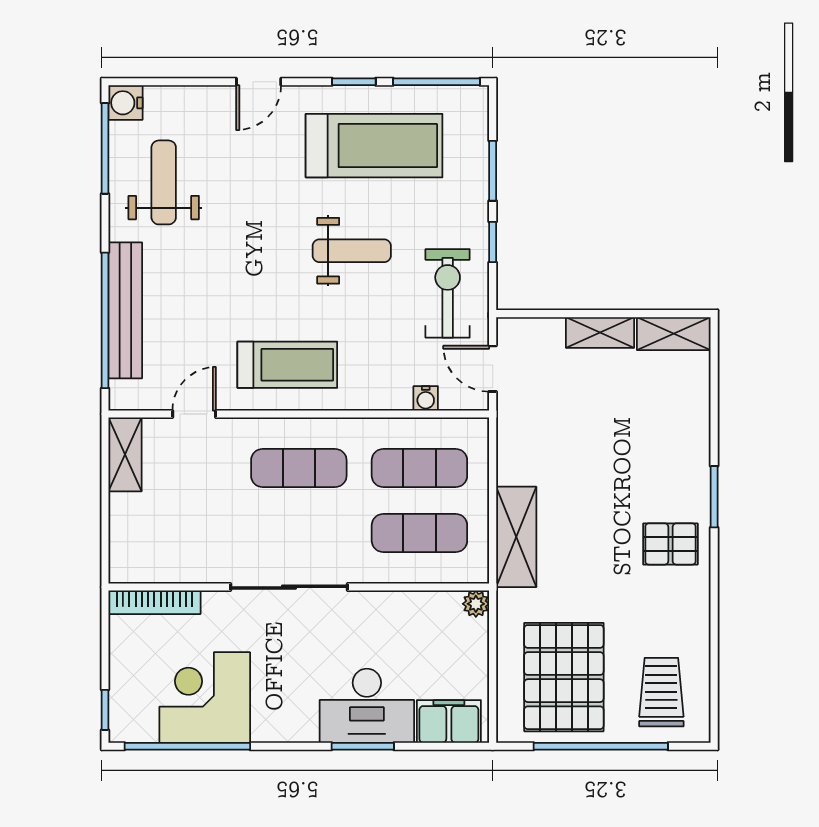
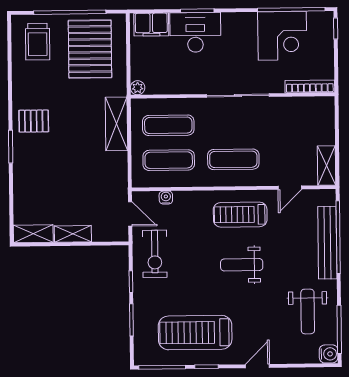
weight bench: (352, 251) -> (242, 265), moved

